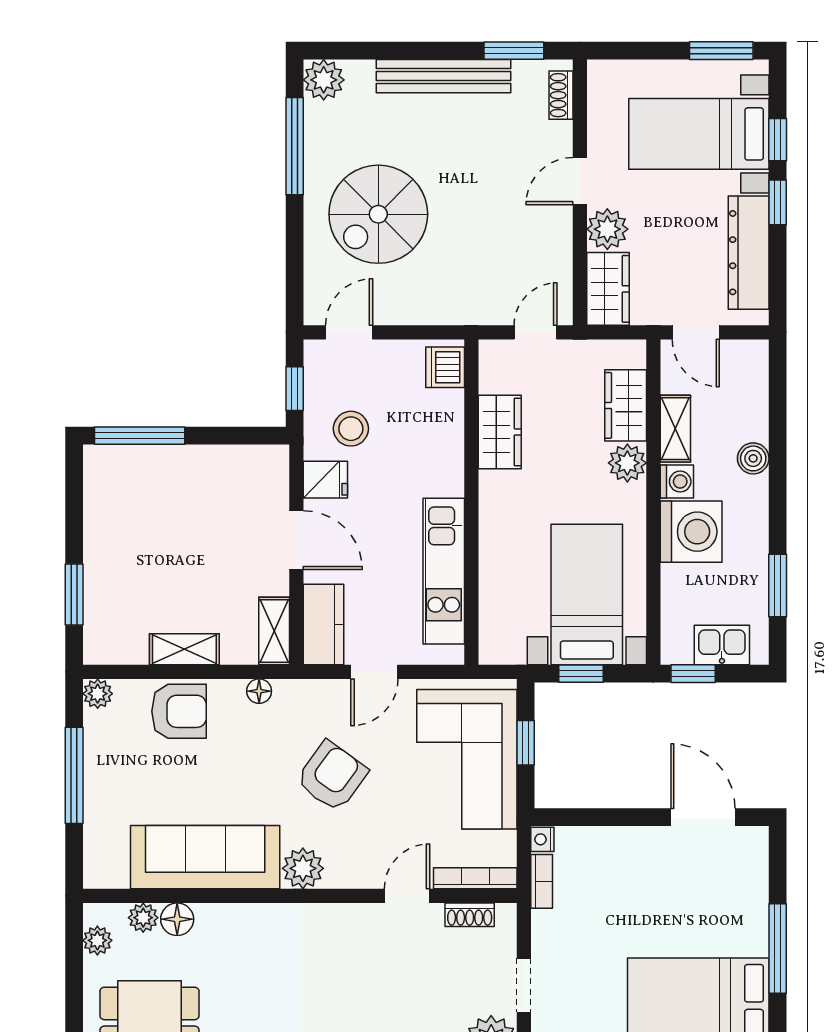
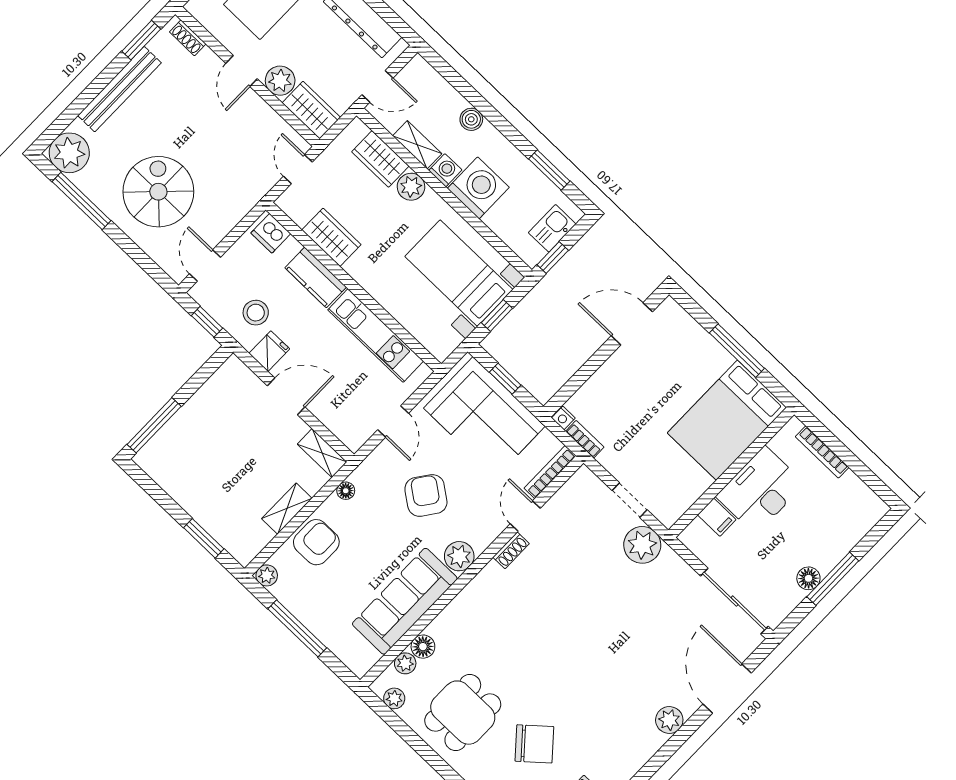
plant: (324, 80) -> (69, 153), width x1.36, depth x1.36
spiral stairs: (378, 214) -> (158, 192), turned 180
kitchen counter: (324, 624) -> (316, 277), moved, turned 180
shoe rack: (470, 915) -> (511, 550), moved

